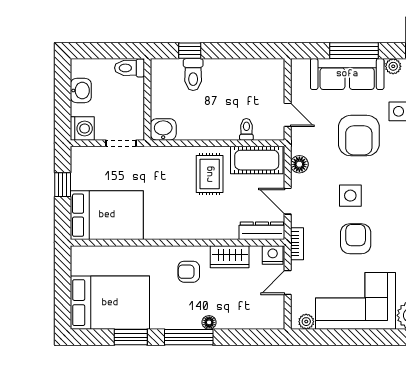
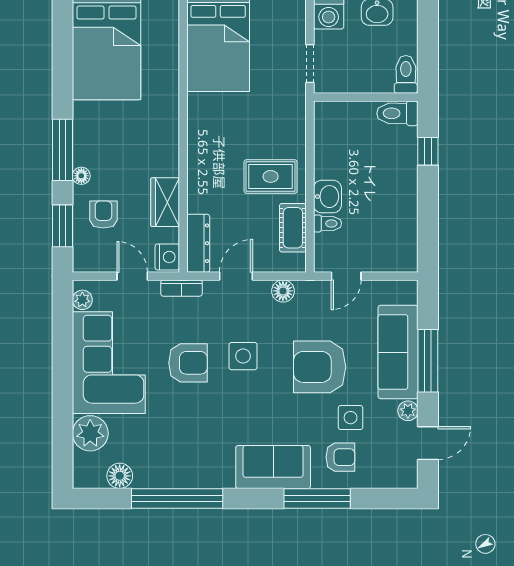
toilet: (193, 75) -> (397, 113), moved
washbasin: (163, 129) -> (327, 197), moved
cot: (257, 160) -> (293, 228), width x0.73, depth x0.75
armchair: (189, 272) -> (103, 215), moved
window: (131, 337) -> (63, 226), moved

